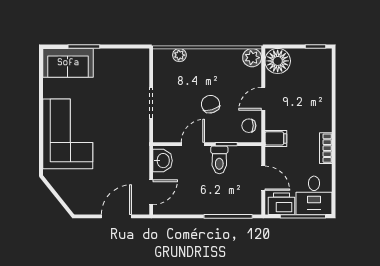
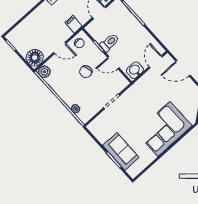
sofa: (68, 63) -> (121, 151), moved
door: (151, 192) -> (156, 62), hinge flipped

